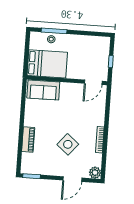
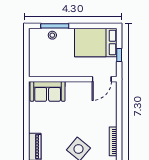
bed: (47, 64) -> (96, 42), moved, turned 180

